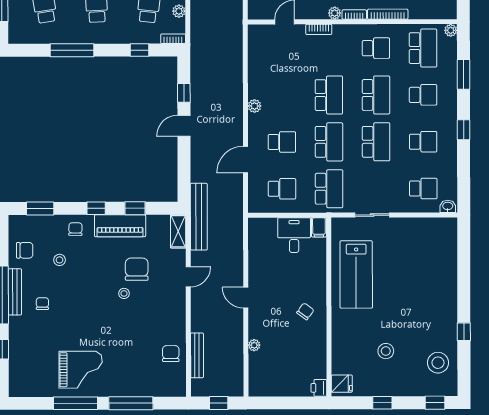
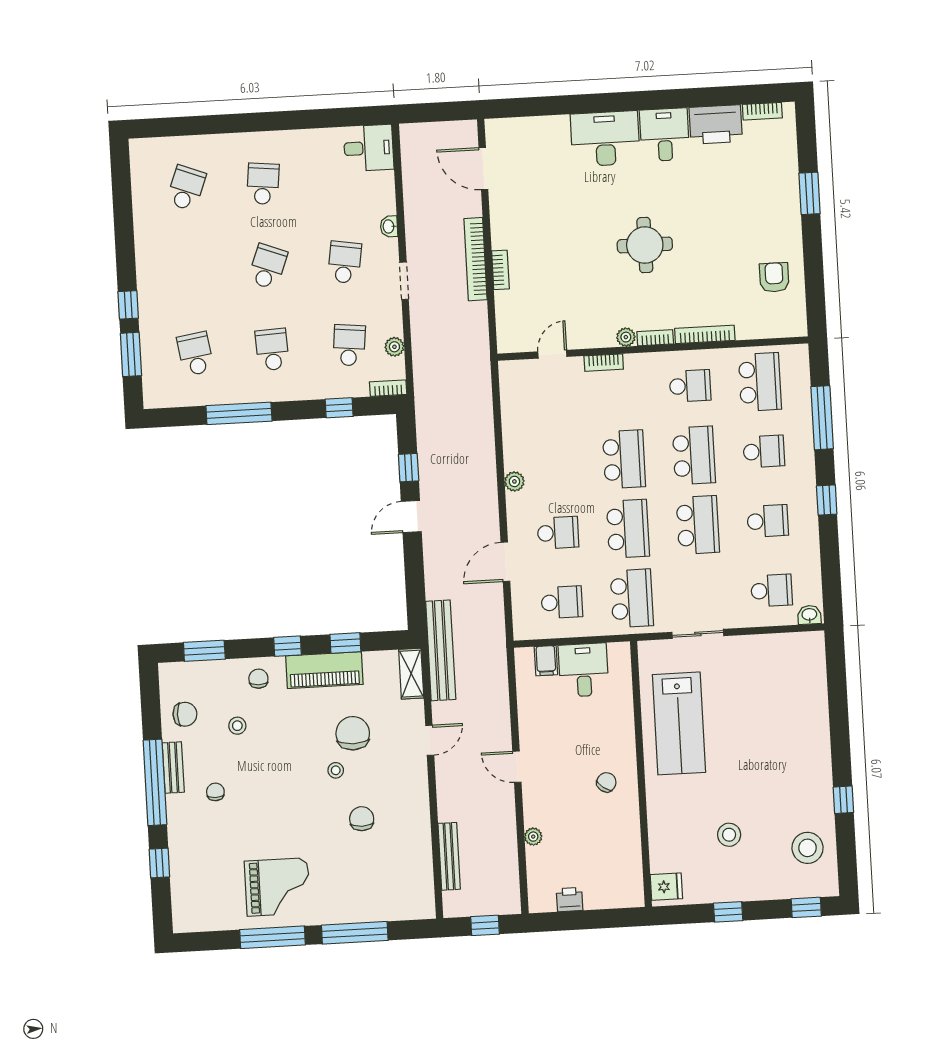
plant: (451, 30) -> (800, 353), removed
window: (463, 74) -> (822, 418), width x1.44
filing cabinet: (319, 227) -> (546, 661), moved
bench: (15, 292) -> (173, 768), width x0.73
chair: (171, 354) -> (362, 819), moved
printer: (319, 388) -> (570, 900), moved, turned 90

